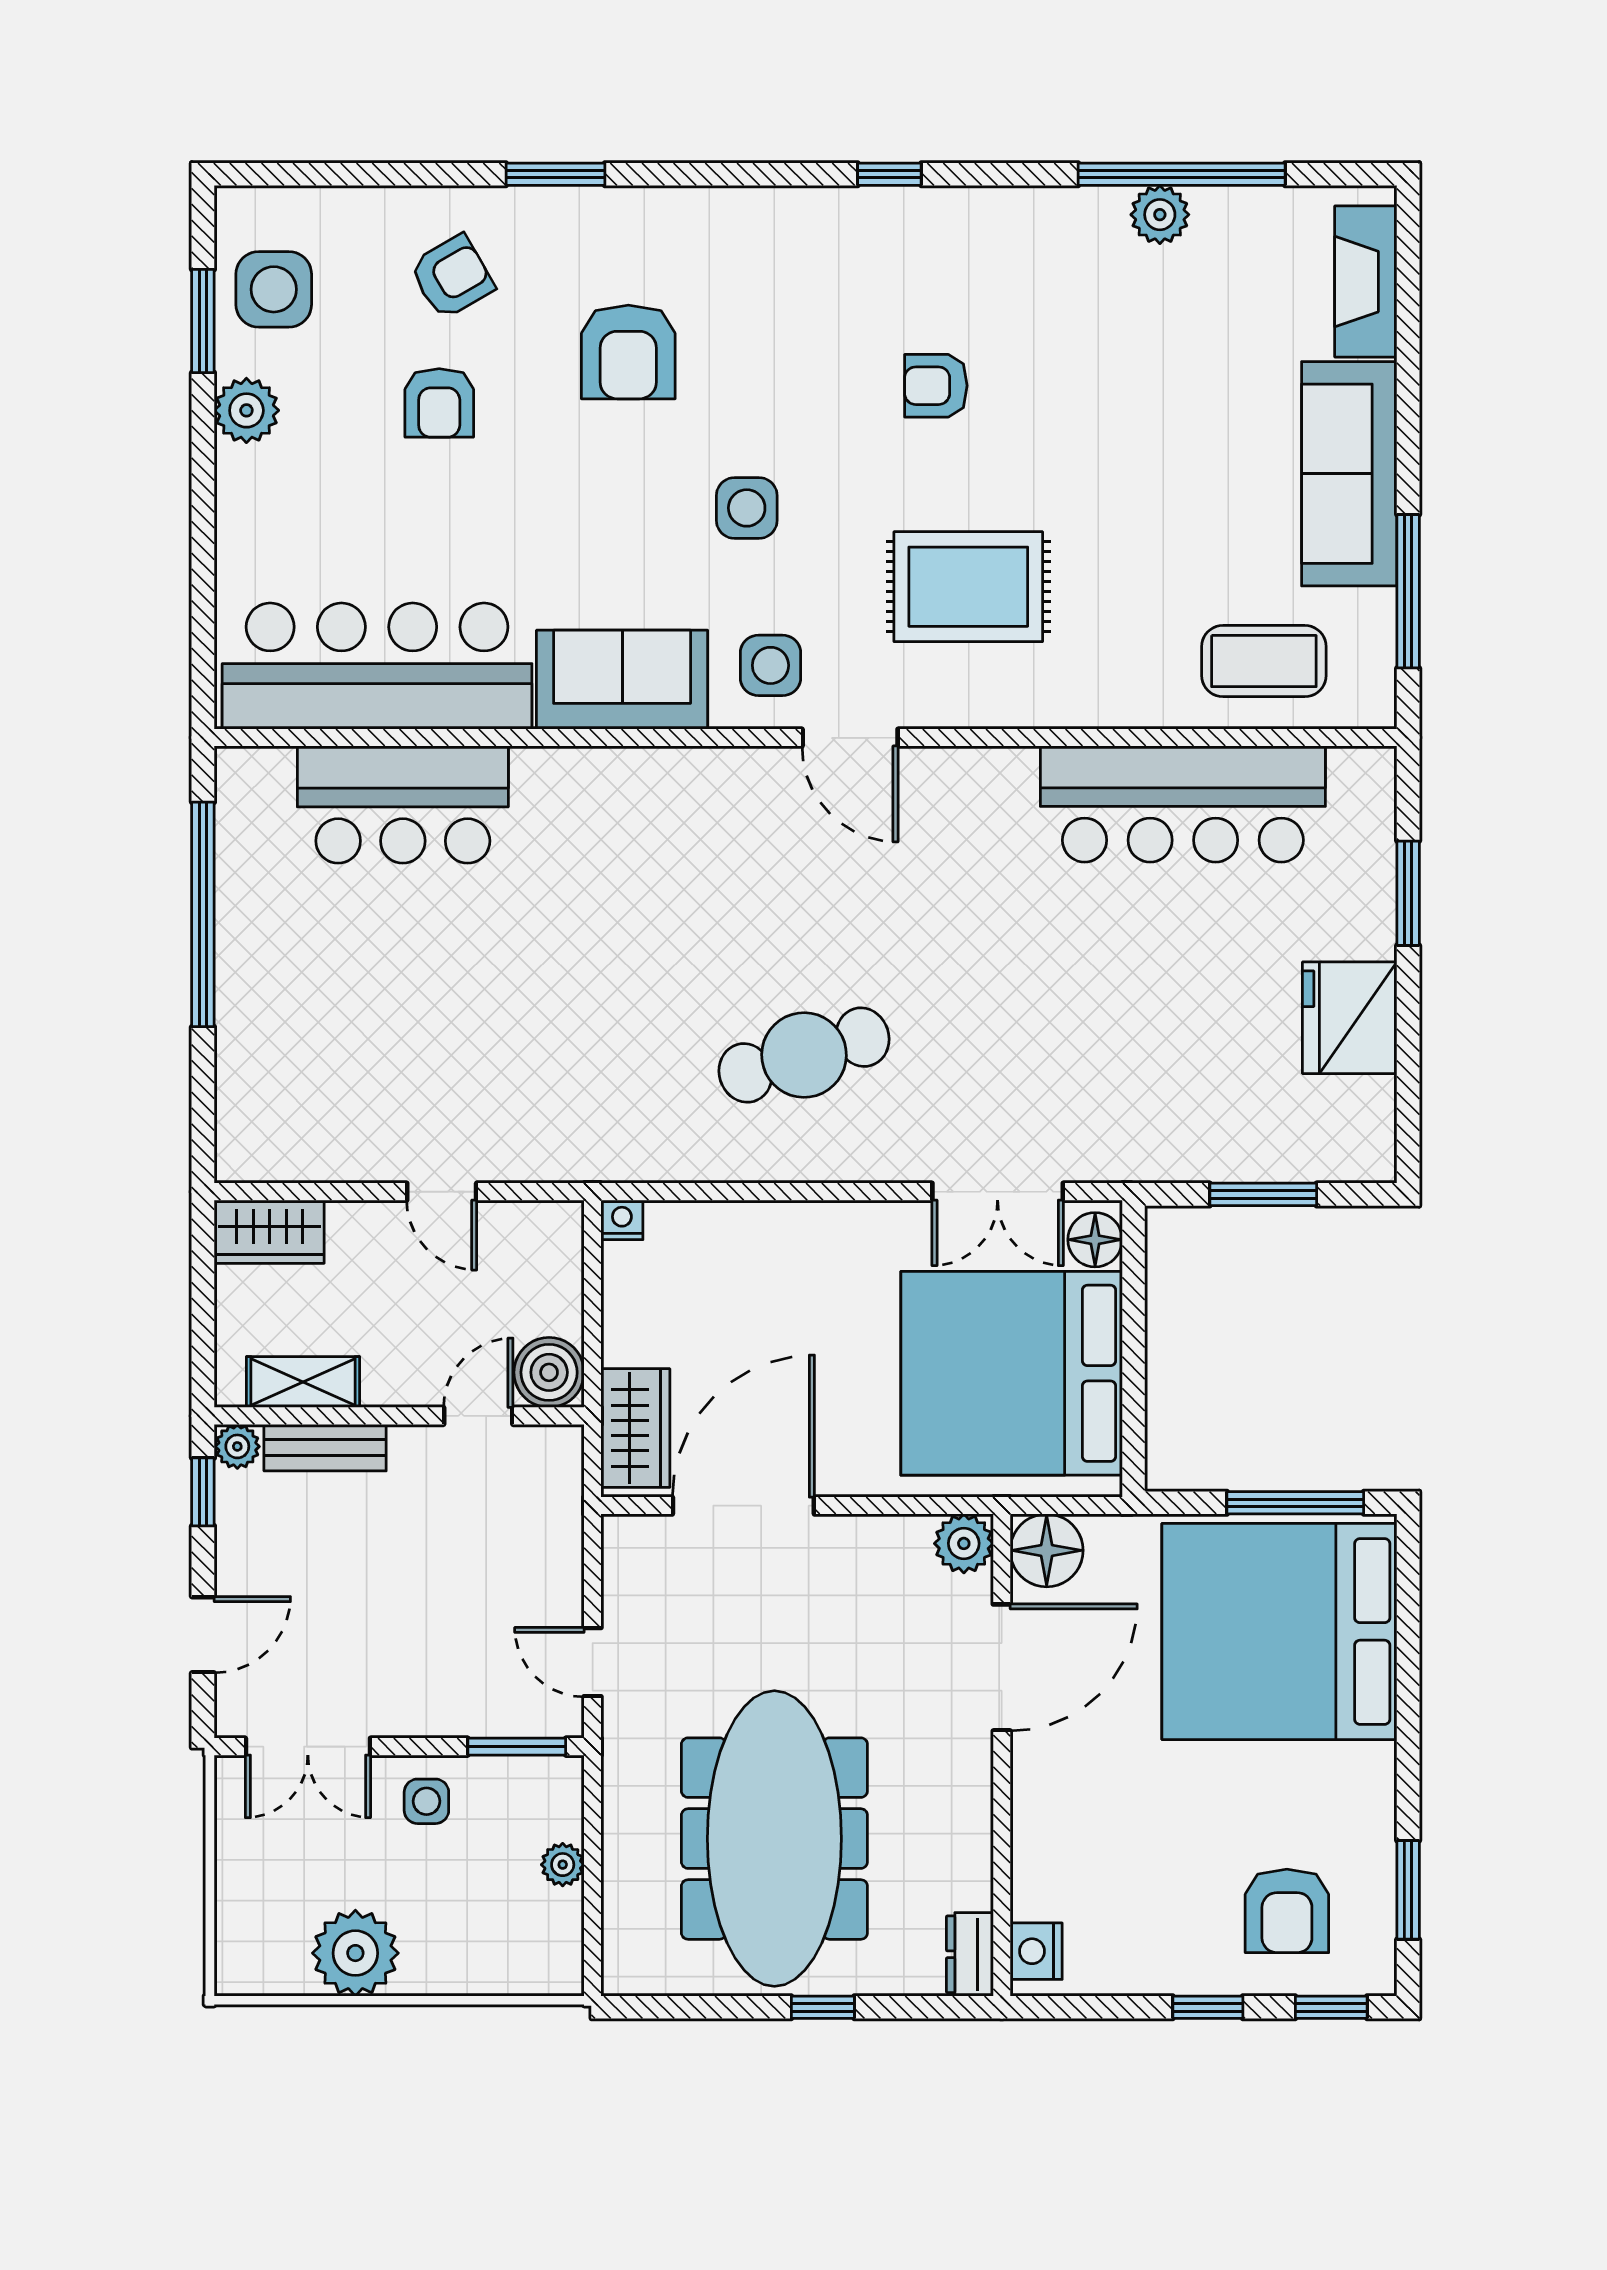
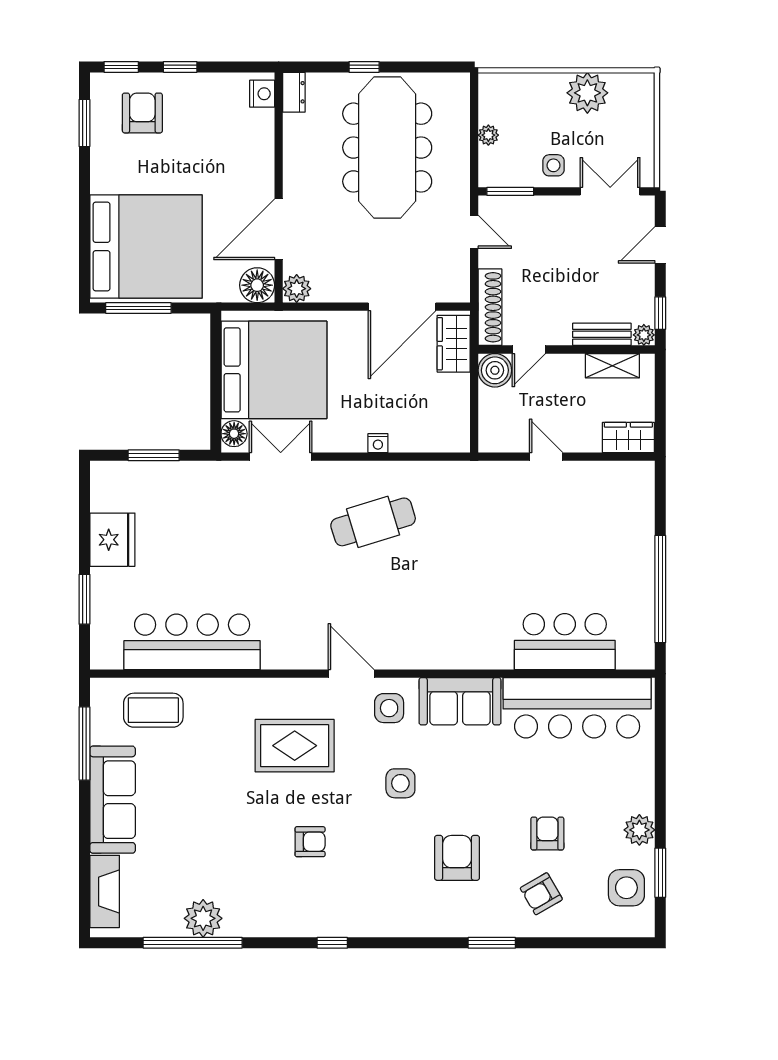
plant: (1160, 215) -> (203, 918), width x1.36, depth x1.36
nightstand: (622, 1220) -> (378, 443), moved
shoe rack: (559, 1504) -> (490, 307), added

